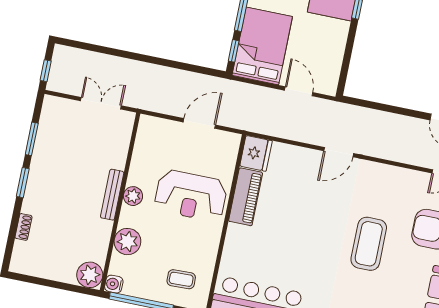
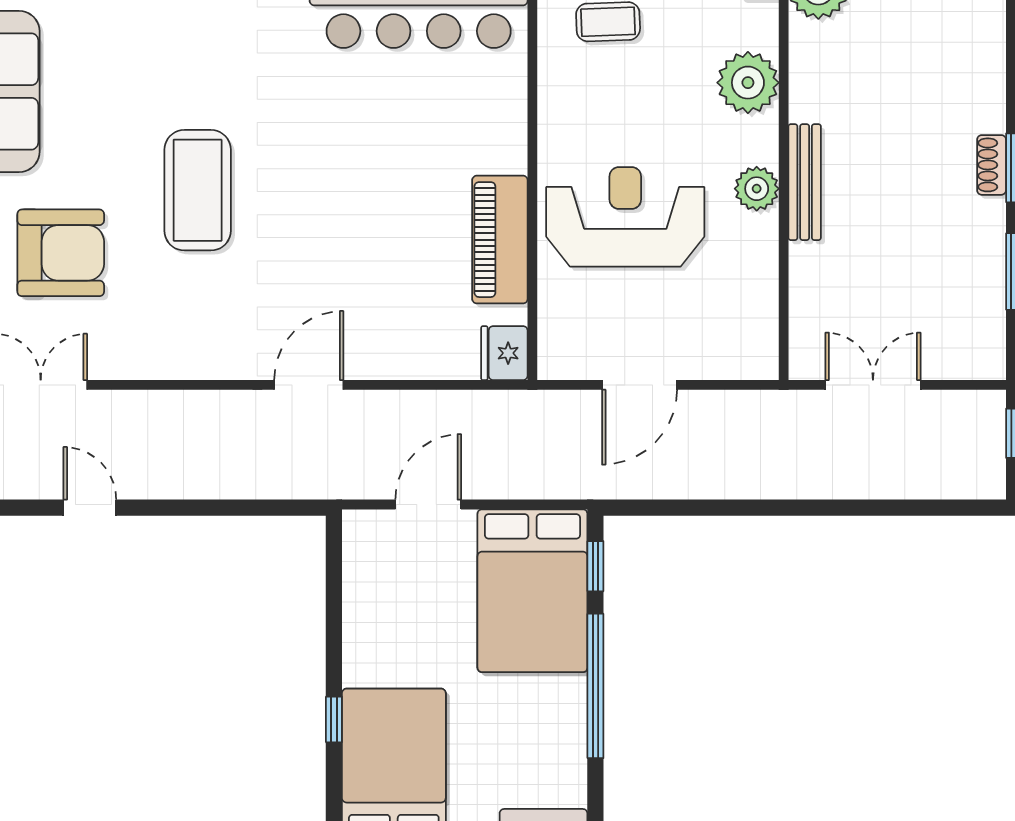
door: (299, 91) -> (428, 504), swing flipped
double door: (101, 103) -> (873, 385), swing flipped
fridge: (256, 153) -> (504, 353), width x0.73, depth x0.75
shoe rack: (23, 227) -> (992, 165), moved

